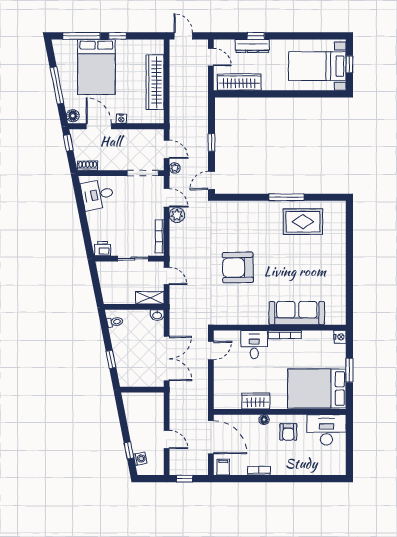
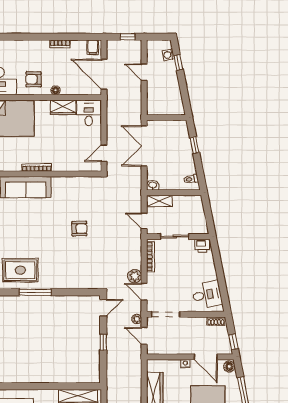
armchair: (238, 267) -> (79, 229), width x0.53, depth x0.53
desk: (254, 345) -> (89, 113), moved, turned 180
armchair: (288, 432) -> (34, 79), turned -90

